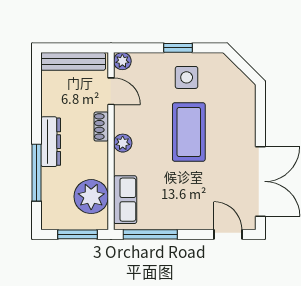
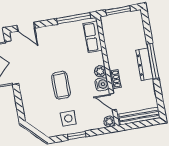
water cooler: (124, 122) -> (102, 84), added
coffee table: (189, 132) -> (61, 85), width x0.73, depth x0.76
window: (36, 173) -> (153, 61), moved
plant: (91, 197) -> (114, 35), removed

